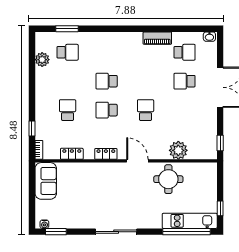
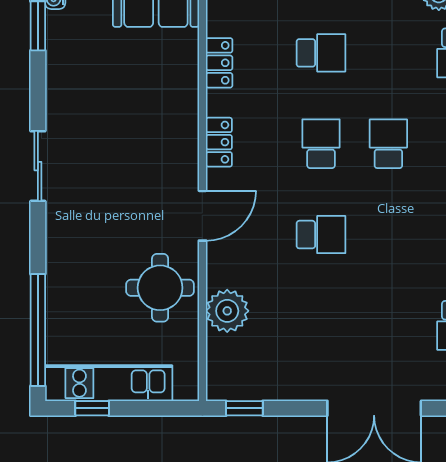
school desk: (185, 81) -> (388, 325), removed
kitchen unit: (190, 221) -> (109, 383), moved, turned -90
sliding door: (116, 232) -> (38, 166), width x0.73

